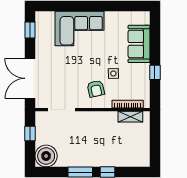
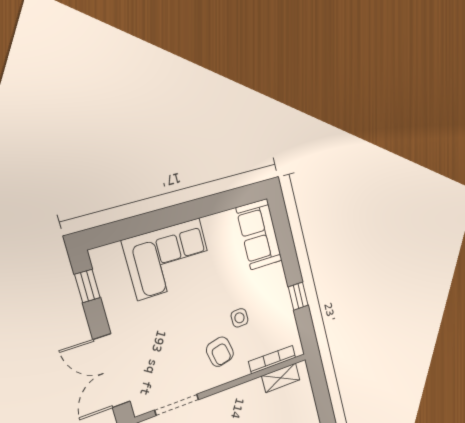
sofa: (139, 44) -> (259, 234), moved

